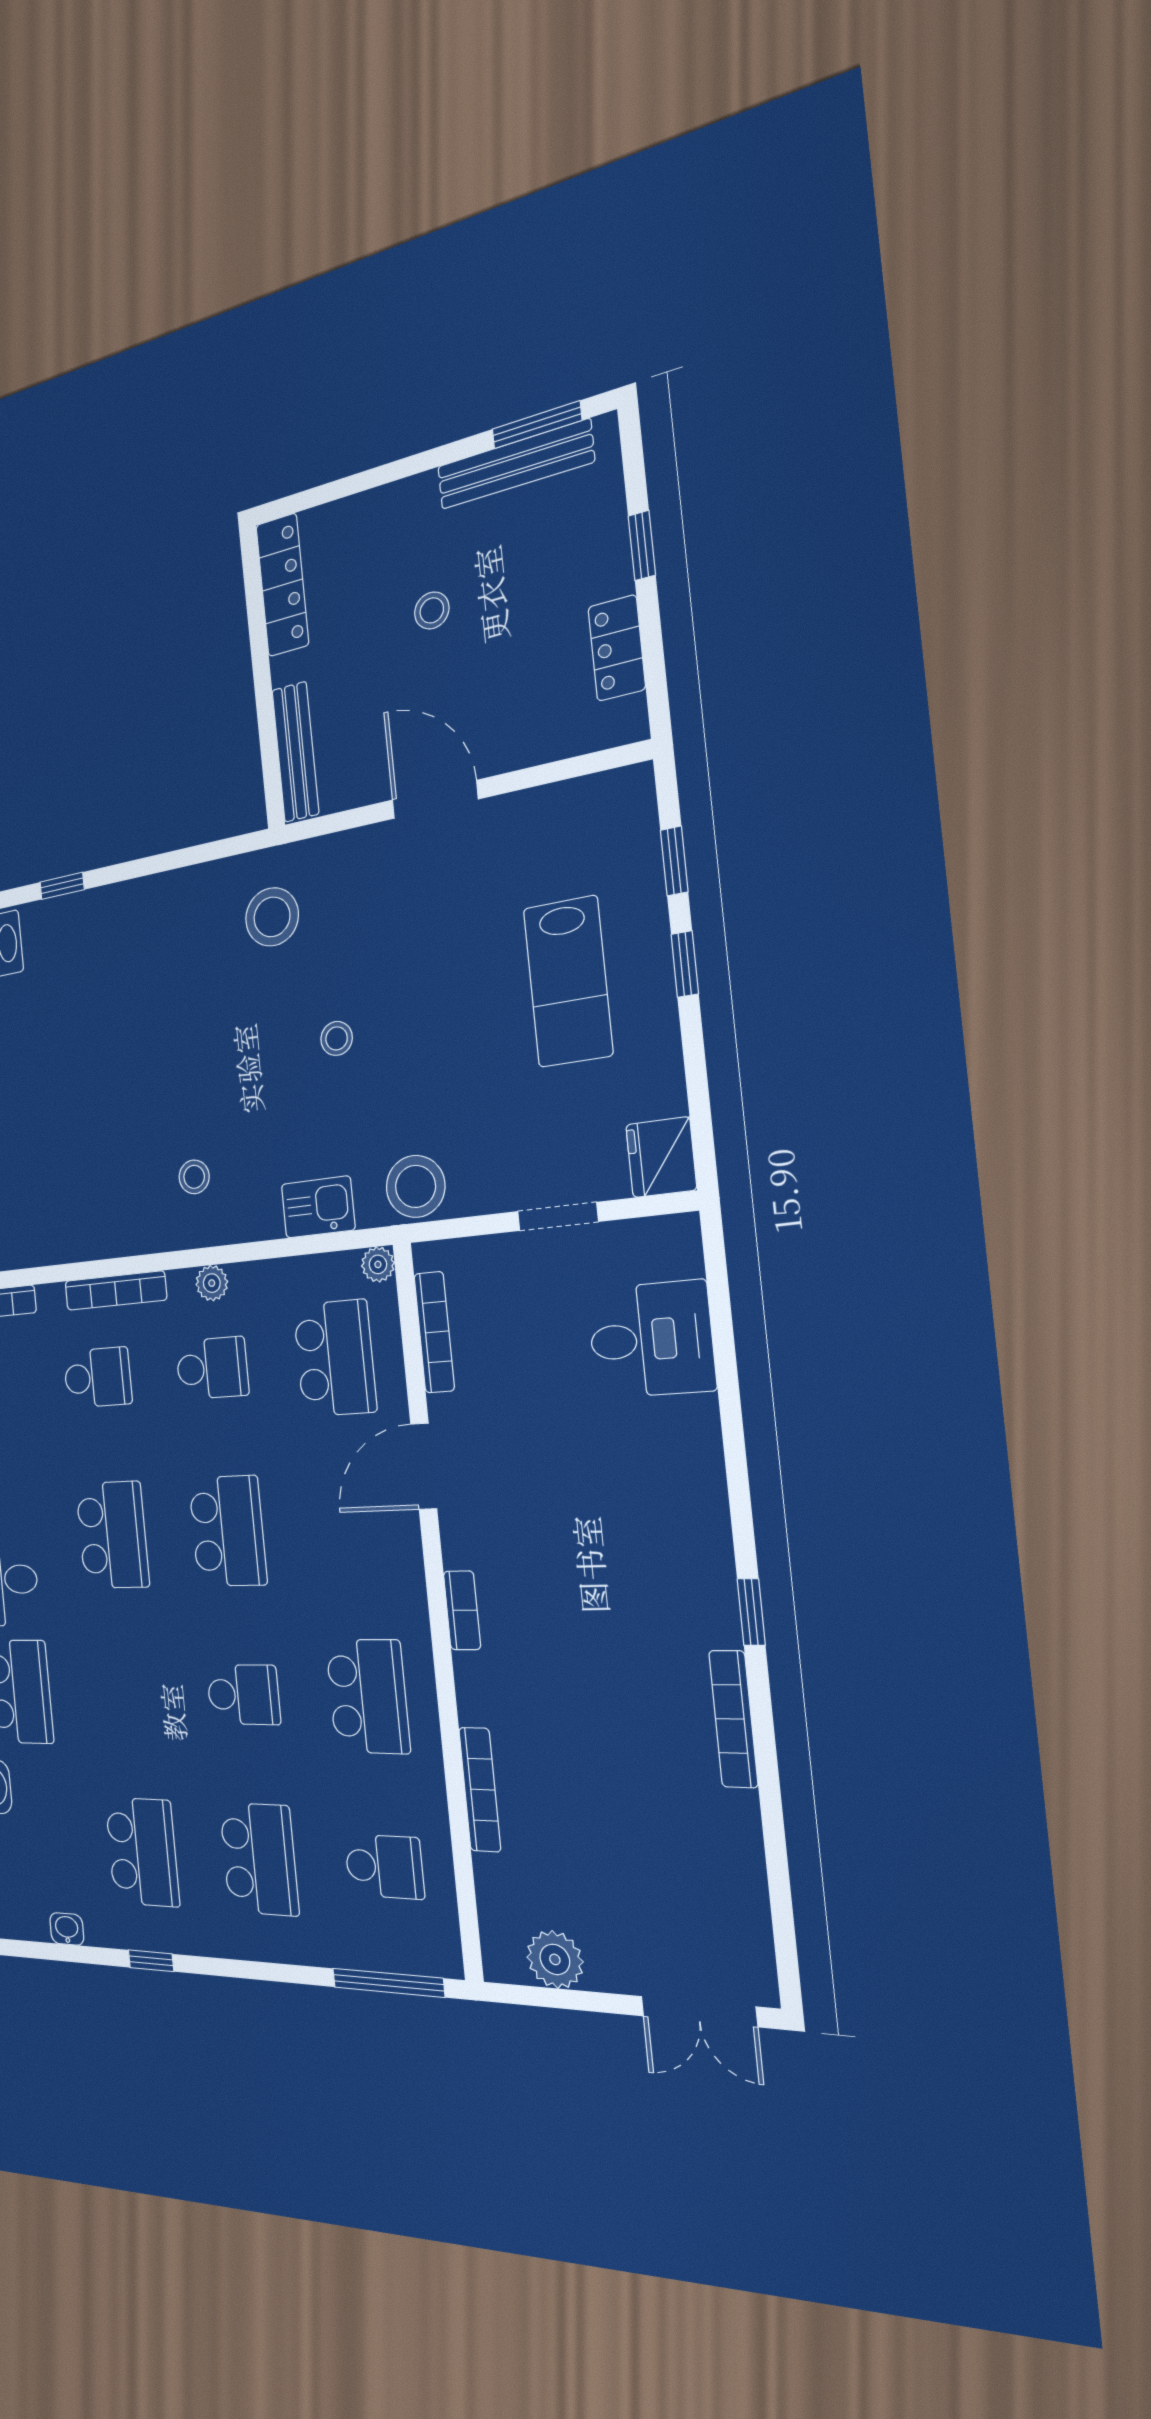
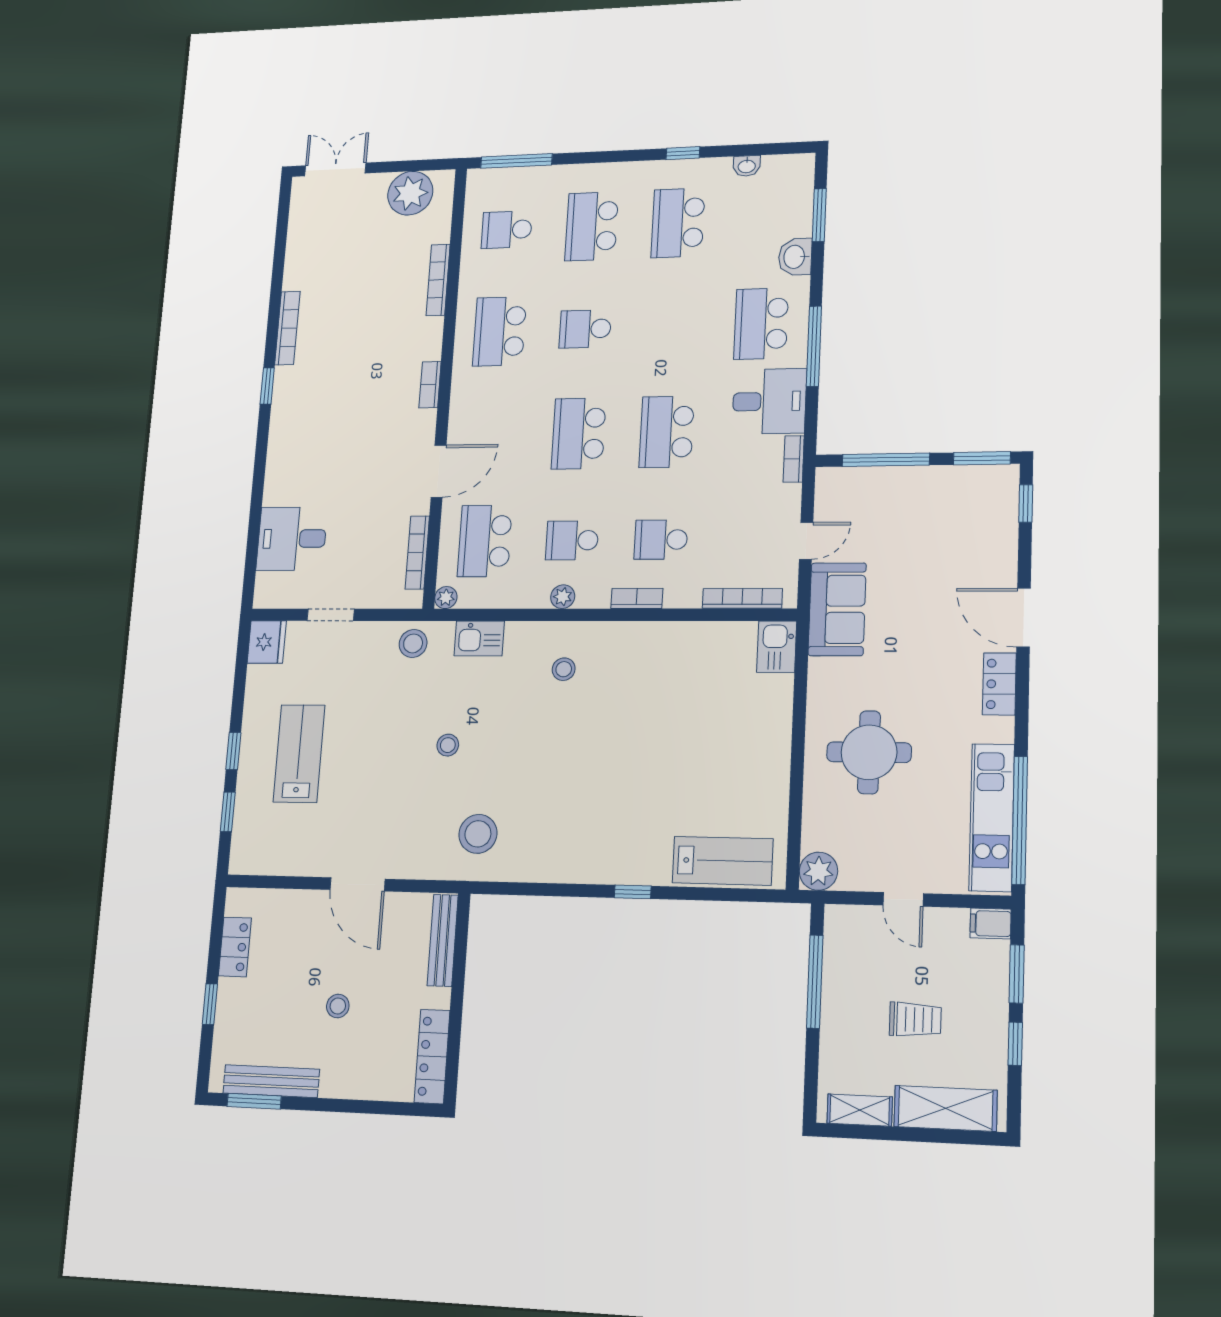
stool: (416, 1186) -> (413, 643), width x0.73, depth x0.73
bookcase: (115, 1291) -> (637, 598), width x0.64
plant: (555, 1959) -> (410, 193), width x1.36, depth x1.36

